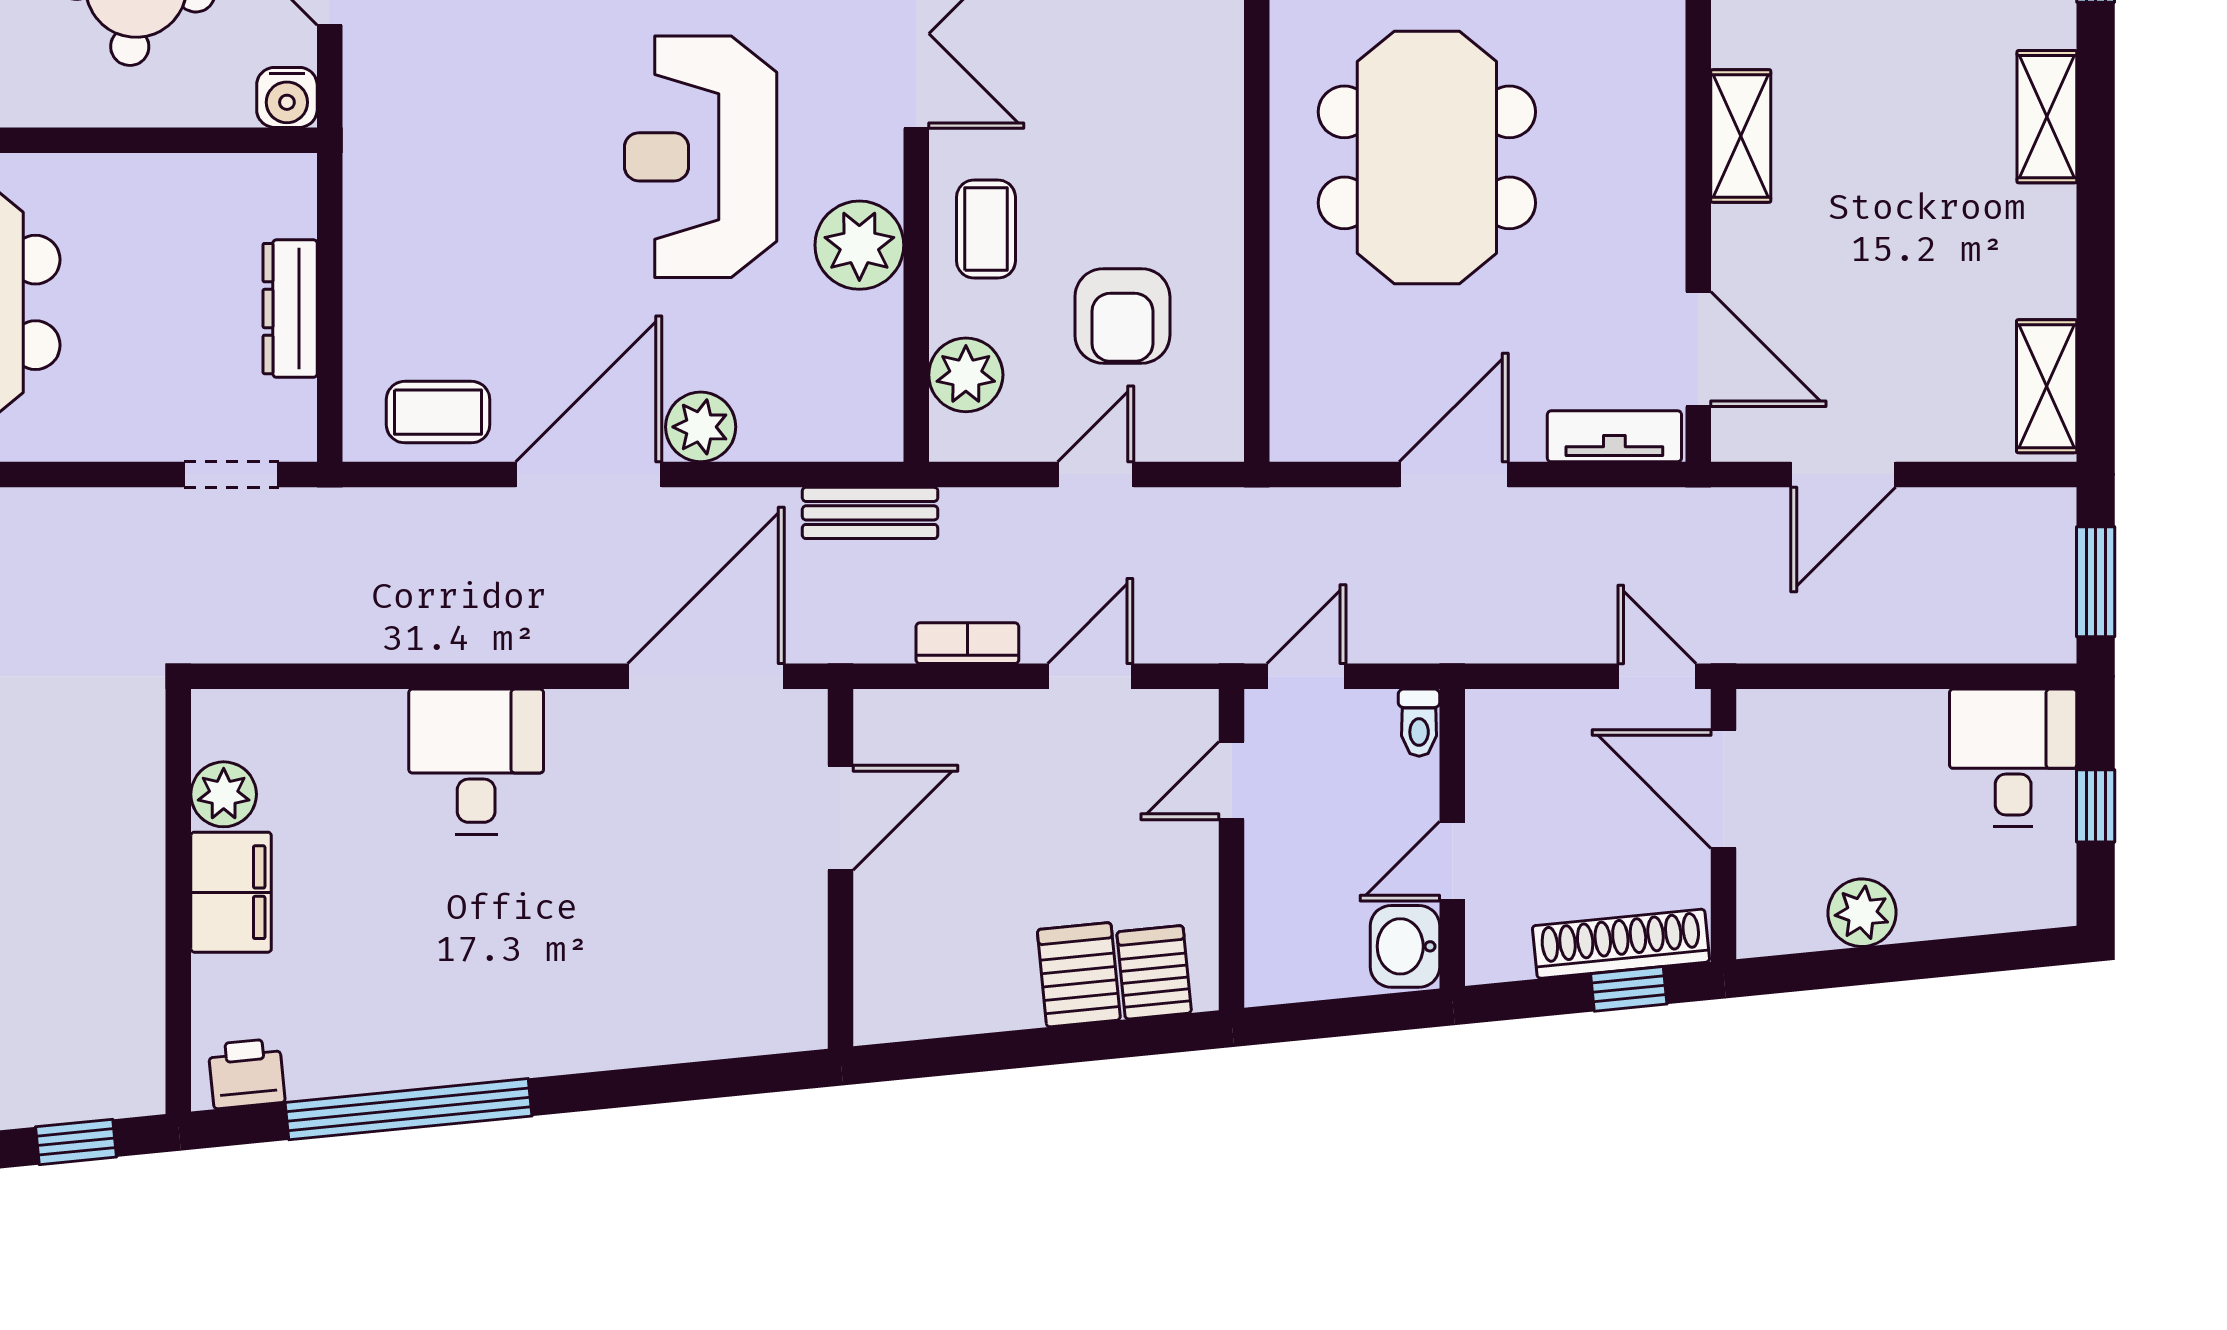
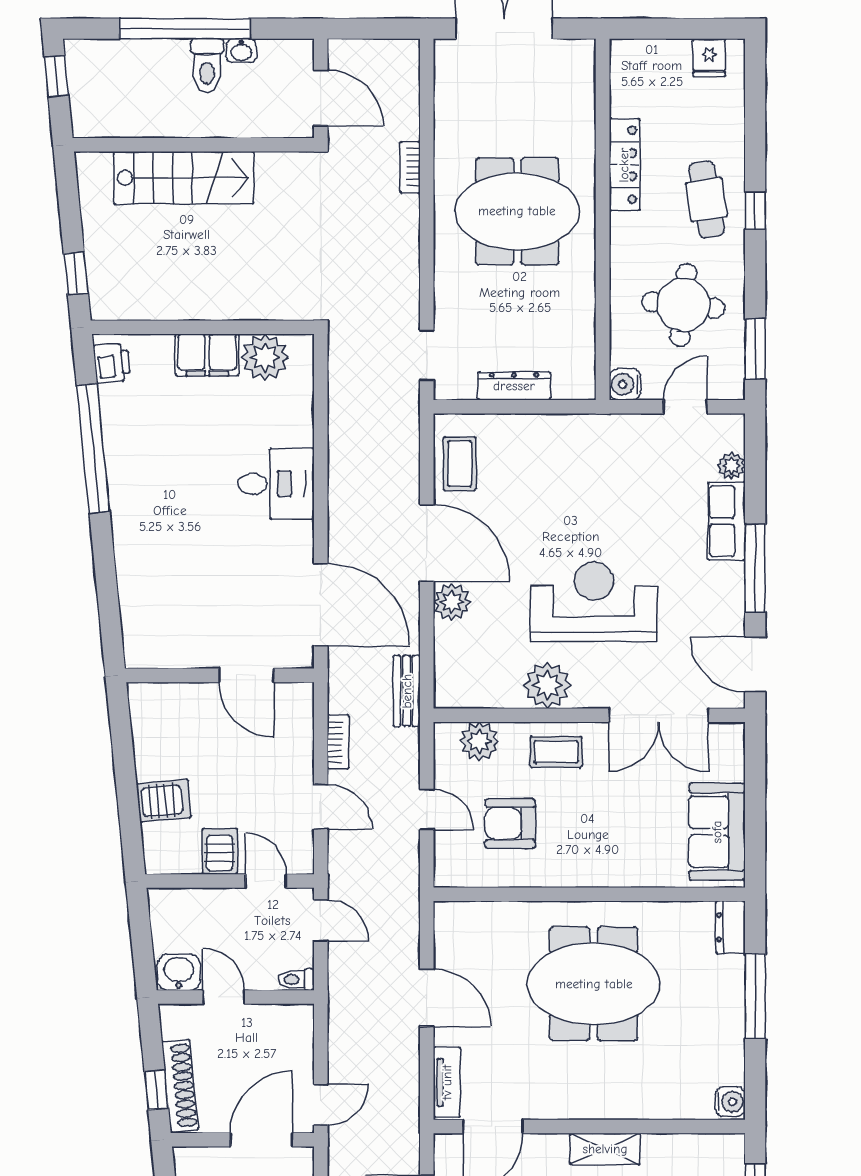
plant: (224, 794) -> (265, 357), width x1.36, depth x1.36
server rack: (1154, 972) -> (220, 851), moved, turned -84

